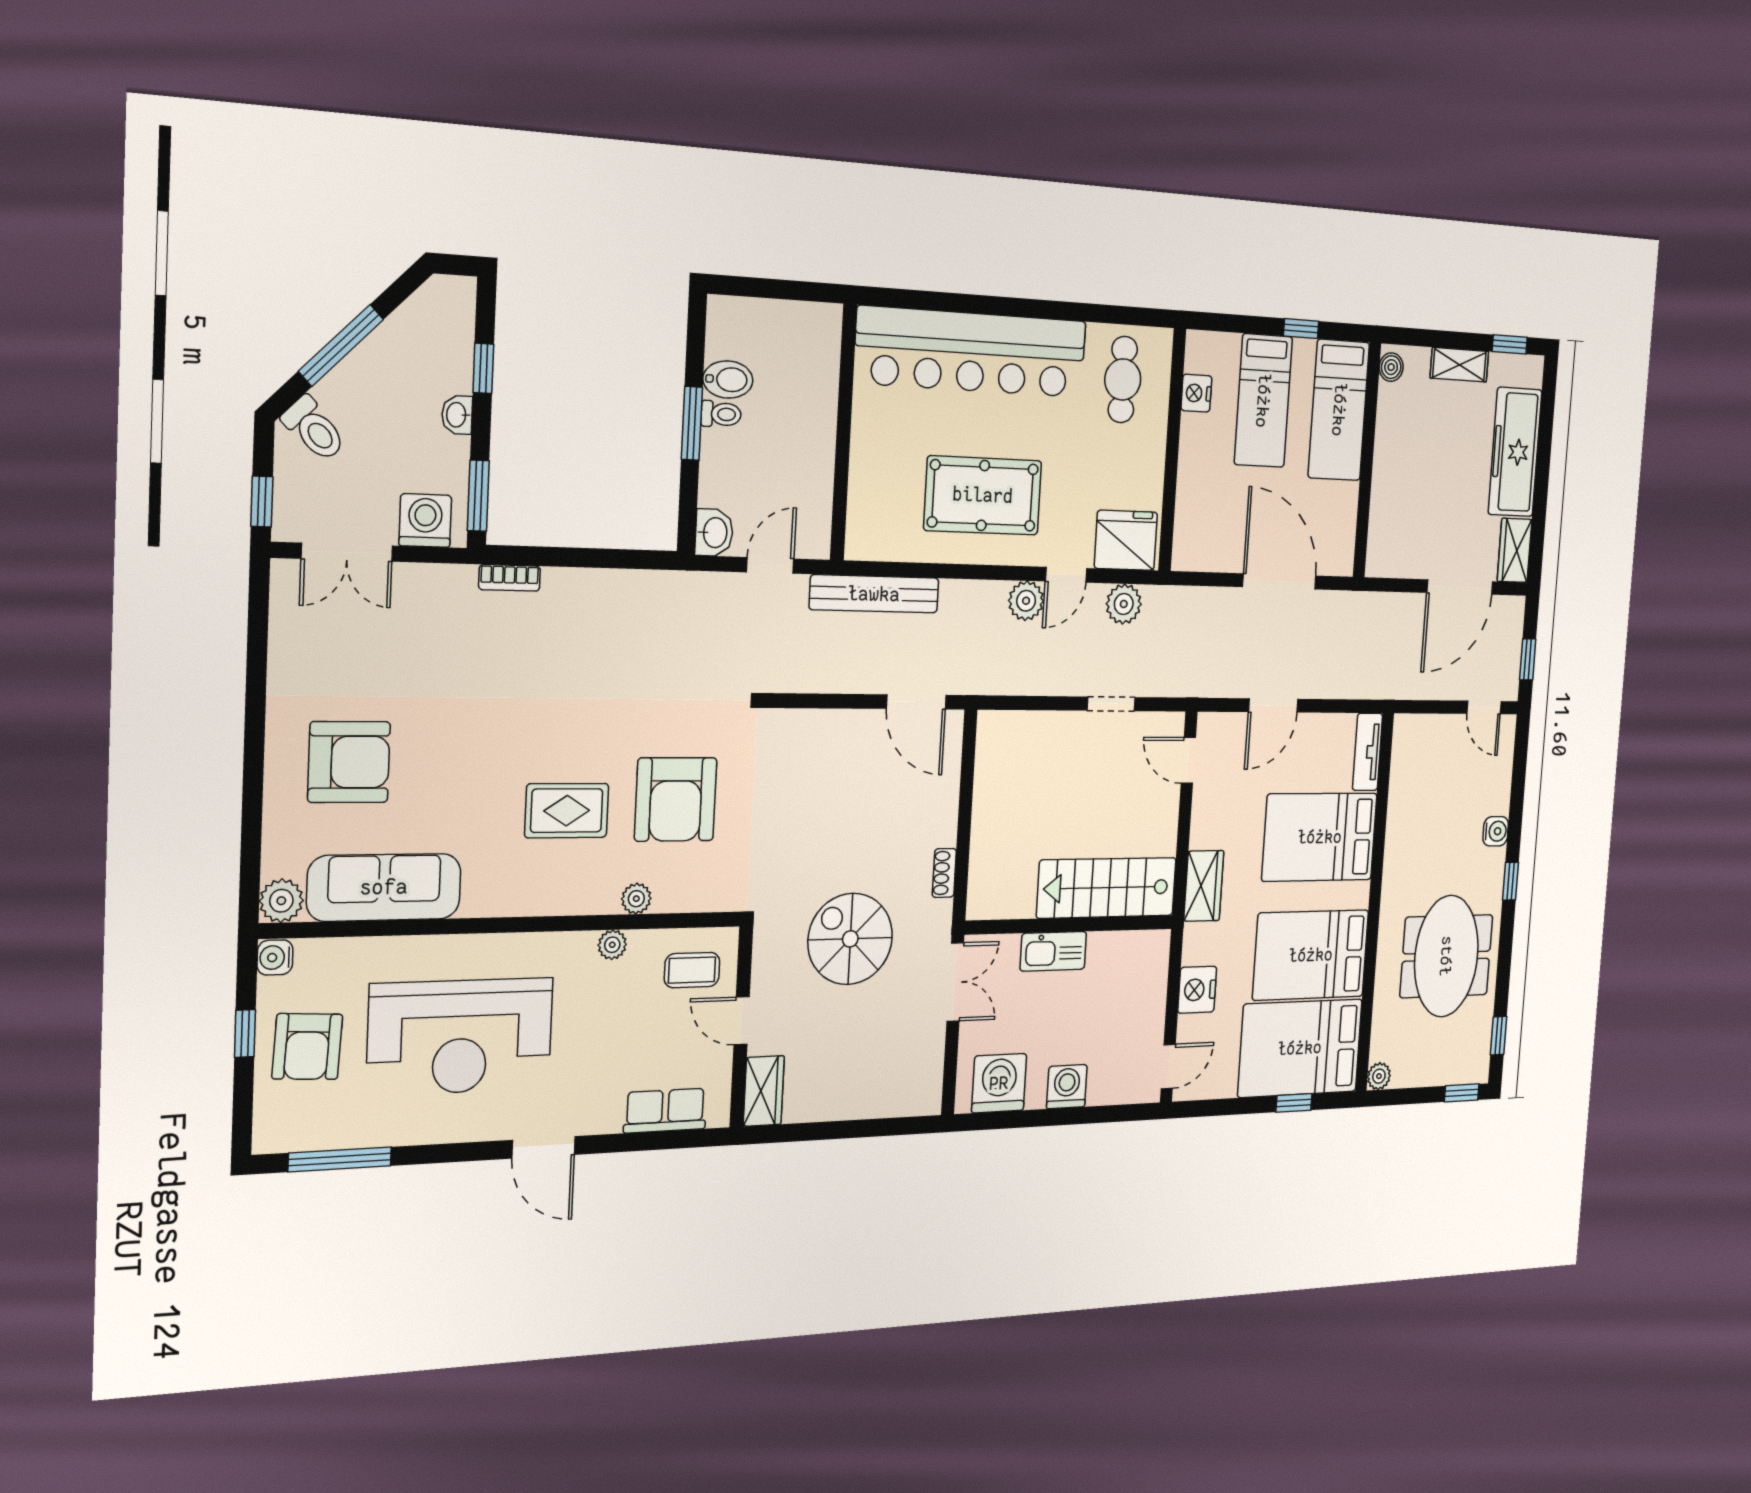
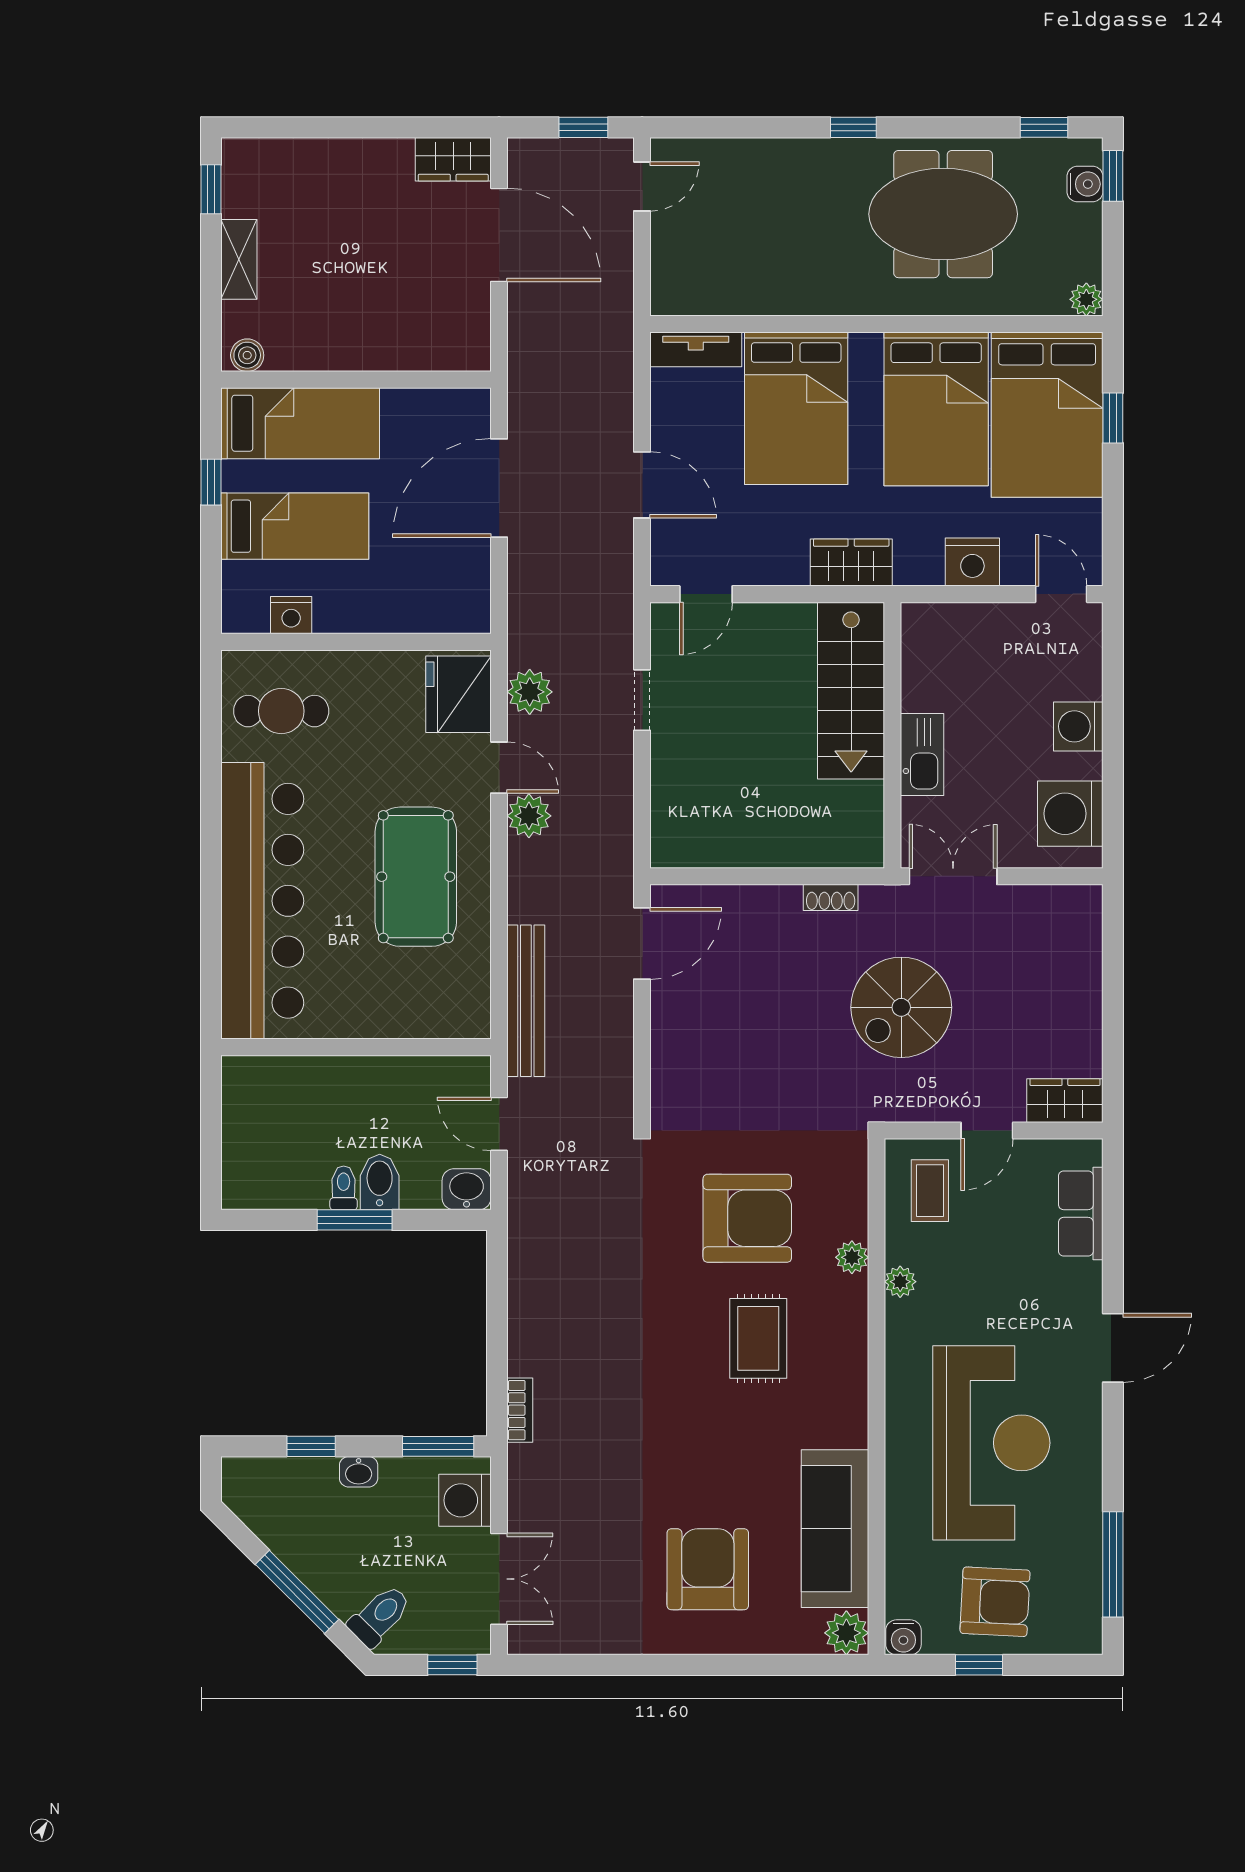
bidet: (728, 380) -> (380, 1182), moved
freezer: (1515, 452) -> (337, 170), removed
water cooler: (1496, 831) -> (1085, 184), moved, turned 90

